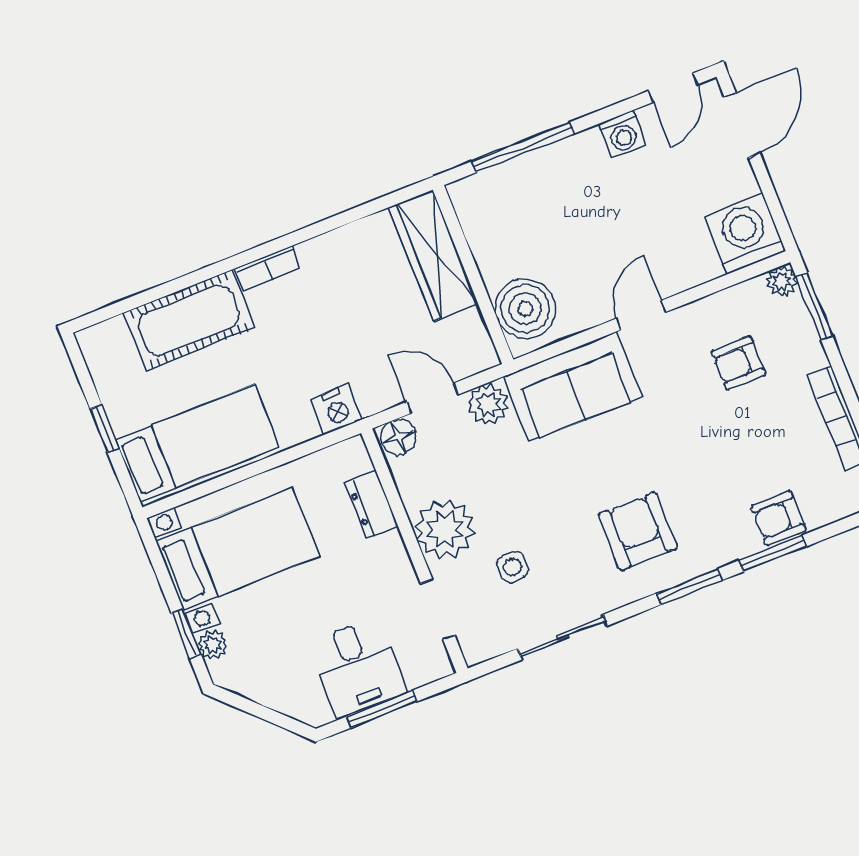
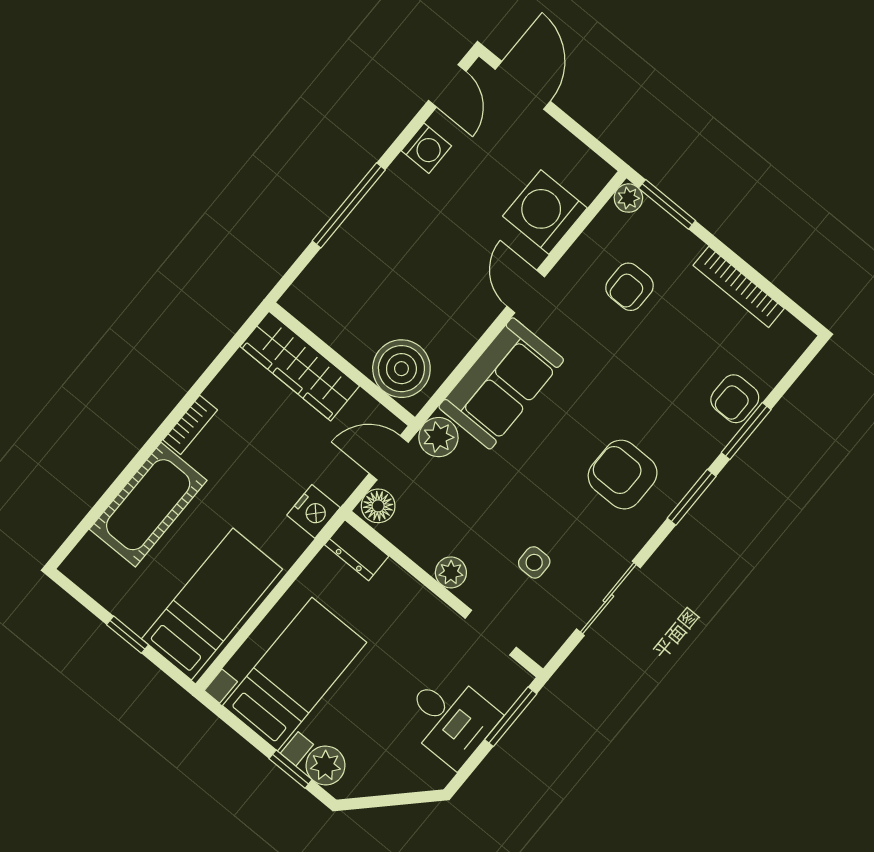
washing machine: (745, 234) -> (545, 212), moved
wardrobe: (433, 255) -> (300, 366), moved
wall: (473, 275) -> (342, 364), moved
boiler: (525, 309) -> (401, 369), moved
dresser: (372, 504) -> (357, 550), moved
plant: (445, 529) -> (451, 572), width x0.53, depth x0.53
plant: (213, 645) -> (325, 765), width x1.38, depth x1.38
window: (382, 709) -> (511, 717), moved

